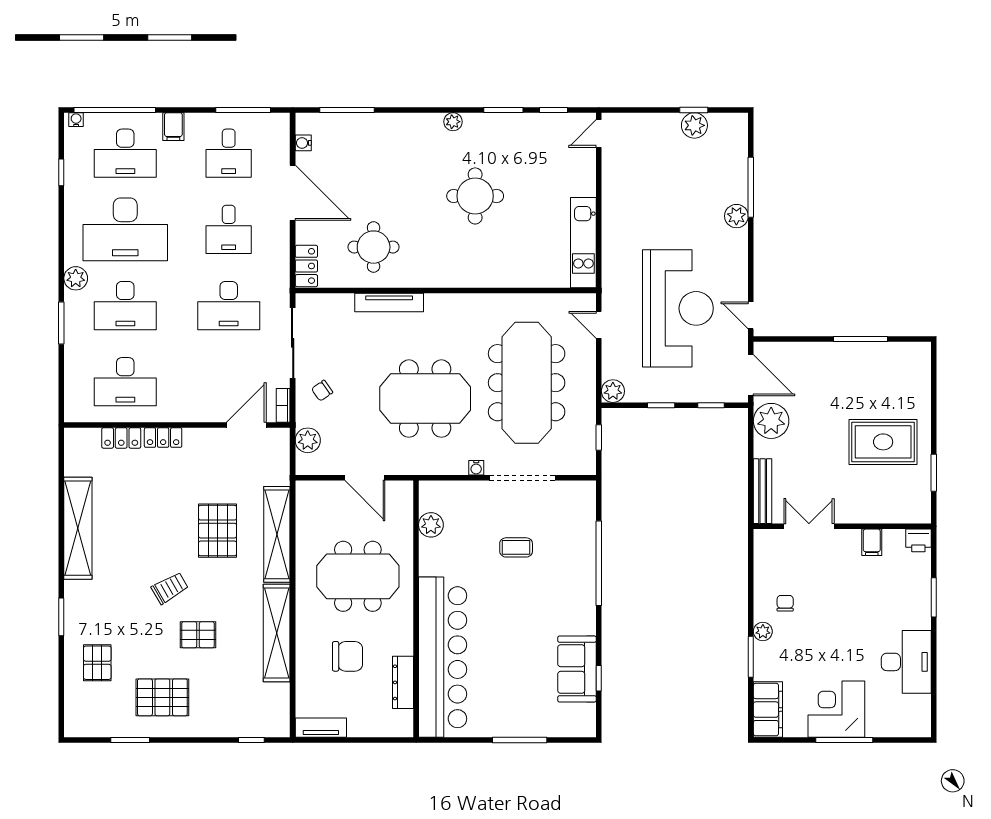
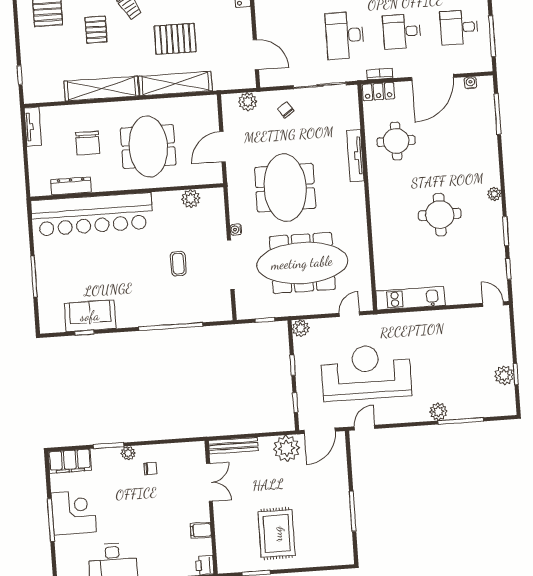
reception desk: (678, 308) -> (366, 373), turned 180
bookcase: (283, 405) -> (380, 74), moved

